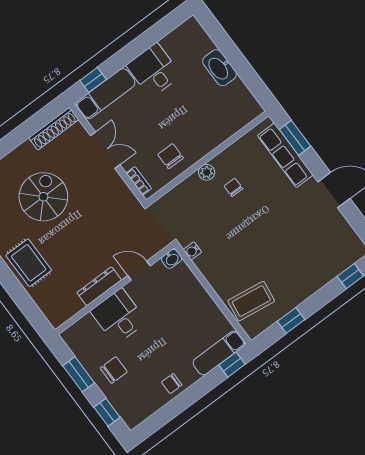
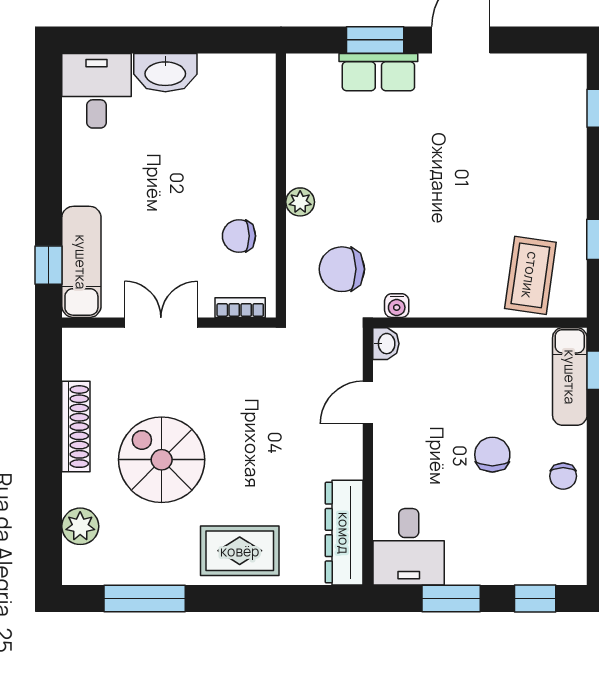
desk: (154, 70) -> (97, 91), moved, turned 90
shoe rack: (54, 129) -> (76, 427), moved
window: (295, 138) -> (375, 40), moved
row of seats: (285, 155) -> (378, 72), width x0.68
chair: (233, 187) -> (342, 269), moved, width x1.87, depth x1.87
dresser: (99, 286) -> (344, 533), moved, width x1.37, depth x1.24
desk: (118, 316) -> (409, 547), moved, turned -90
chair: (114, 370) -> (492, 455), moved

